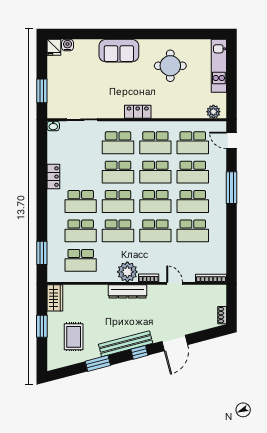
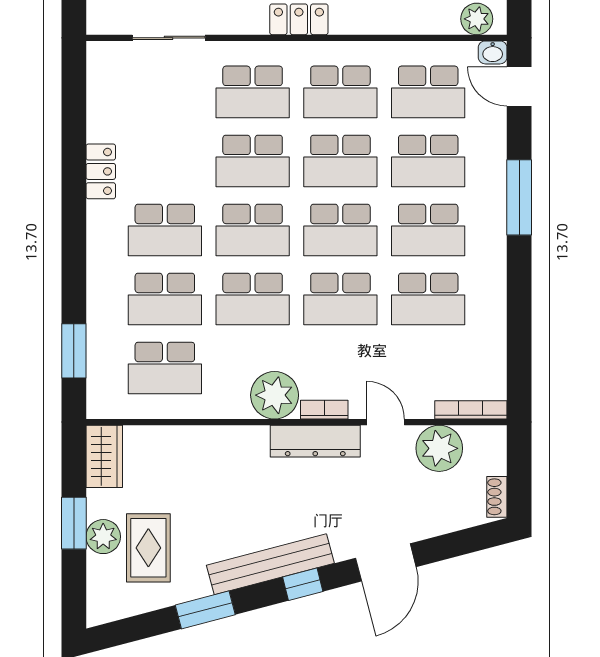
washbasin: (53, 126) -> (493, 52), moved
dresser: (128, 291) -> (315, 441), moved
plant: (197, 294) -> (439, 448), added
plant: (54, 332) -> (103, 537), added

